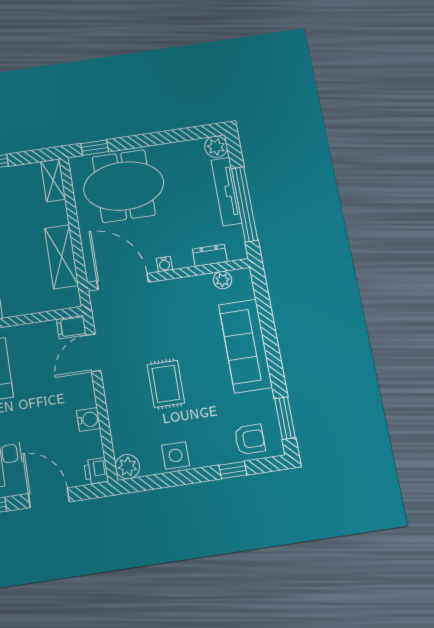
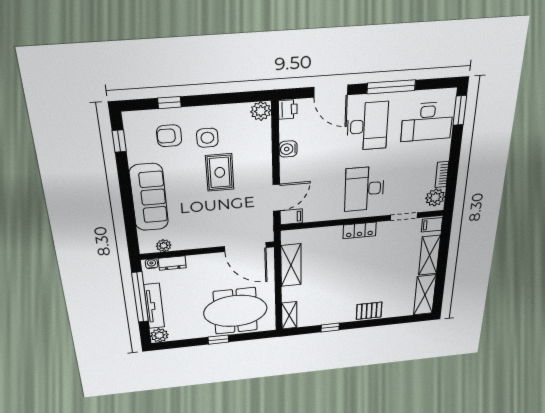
window: (95, 148) -> (218, 340), moved
water cooler: (164, 264) -> (151, 264), moved
window: (285, 418) -> (119, 141), width x0.67
armchair: (250, 439) -> (169, 136), moved
side table: (176, 455) -> (207, 138), moved

